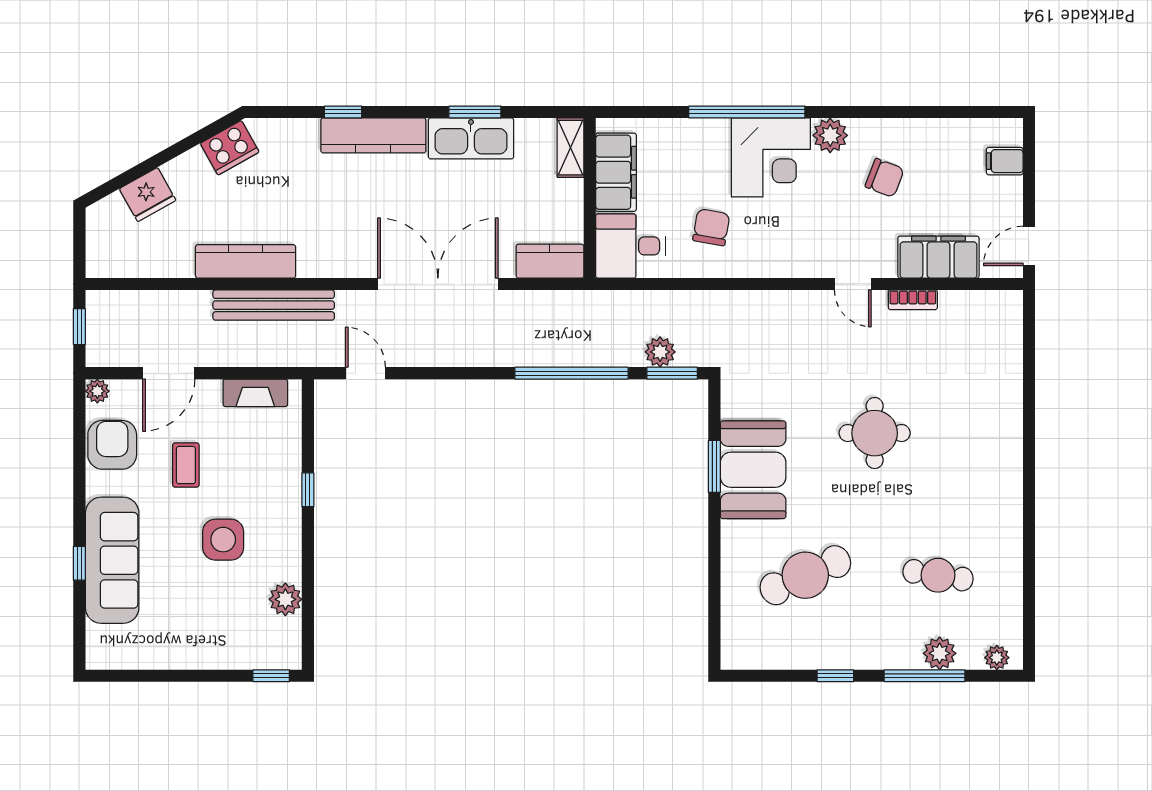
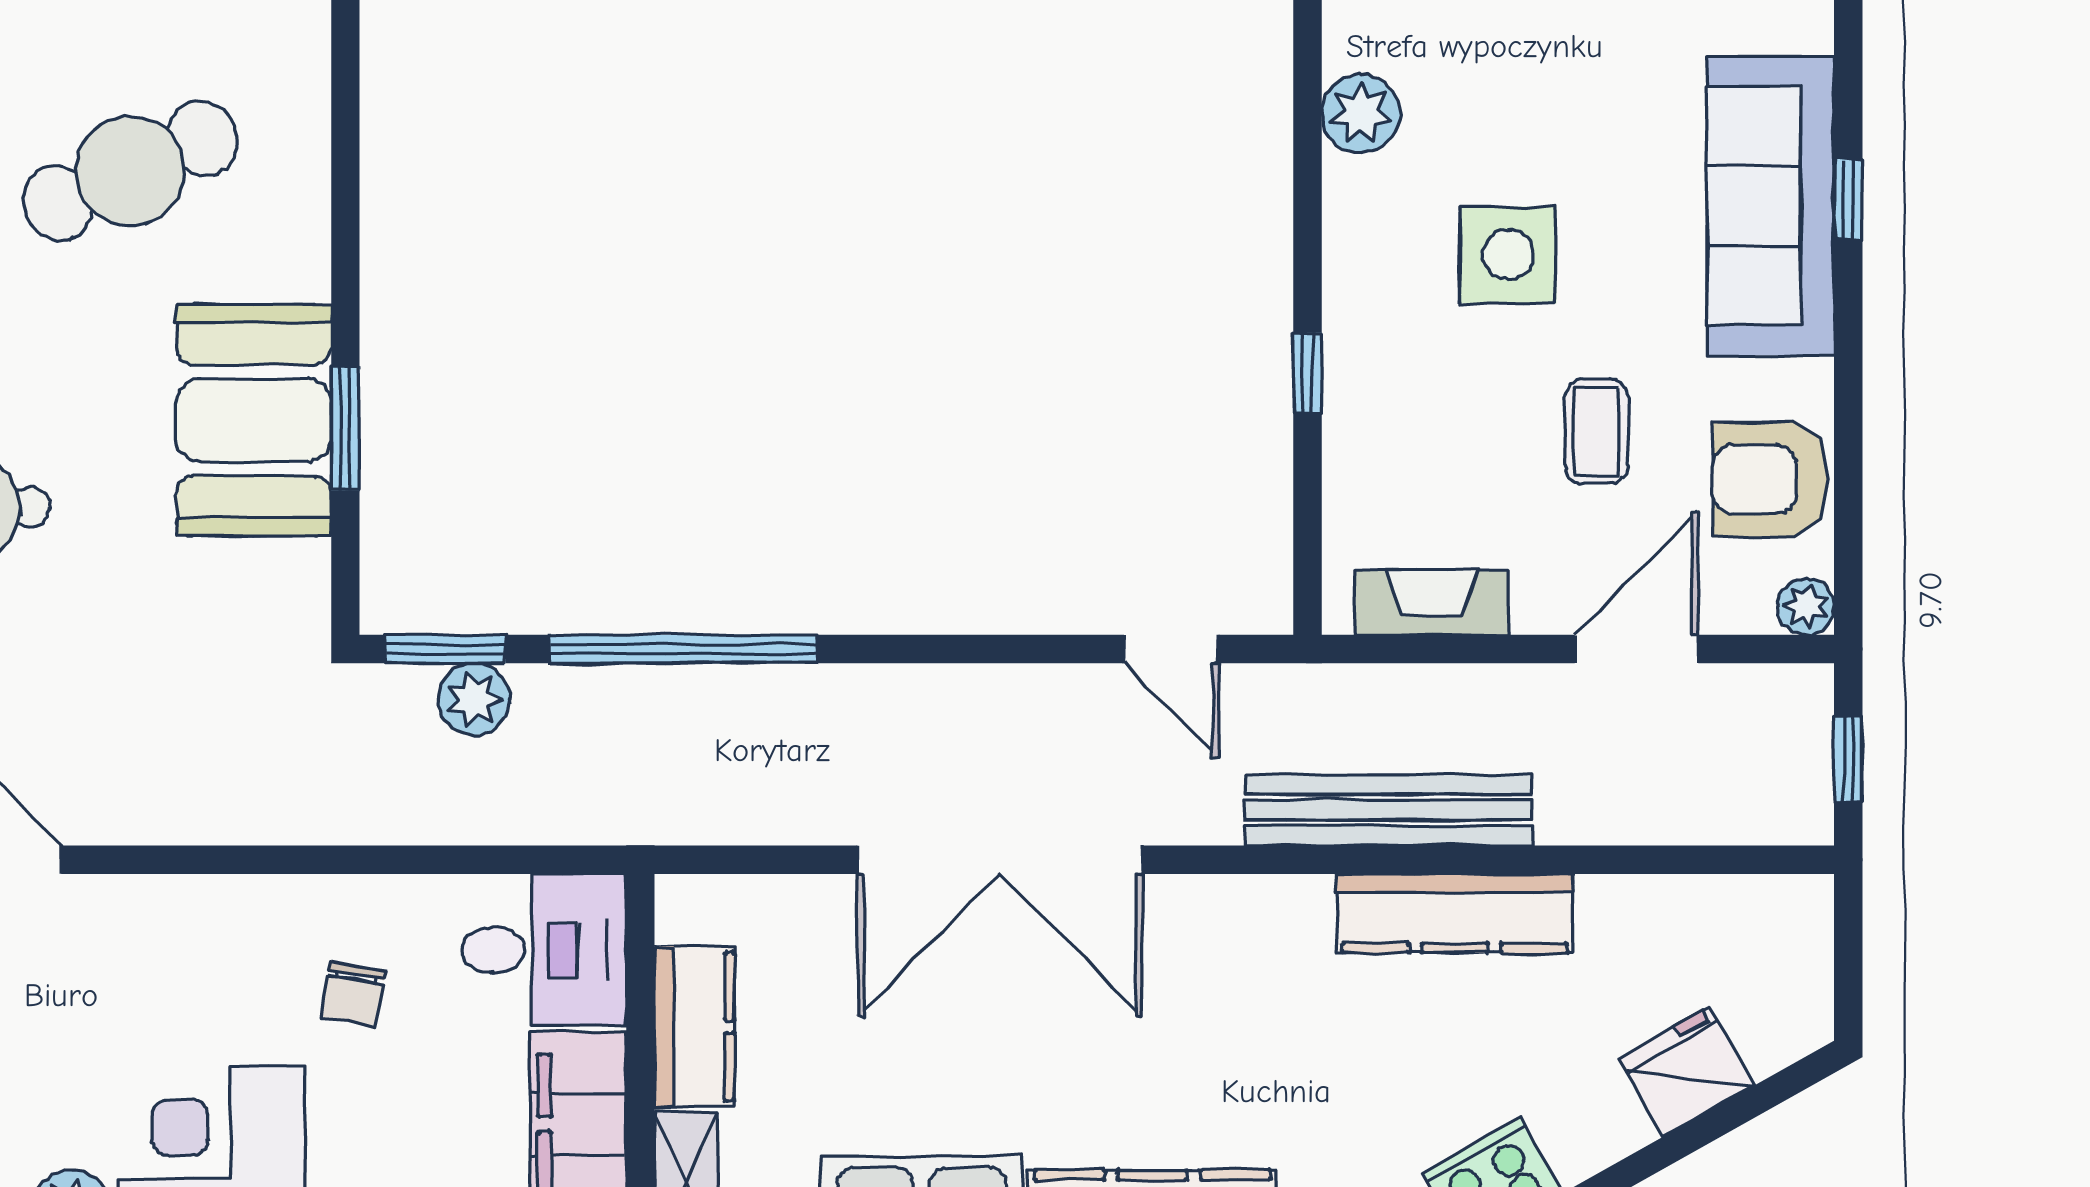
chair: (711, 227) -> (353, 994), width x0.73, depth x0.73
kitchen counter: (550, 261) -> (695, 1026), moved, turned -90
armchair: (112, 445) -> (1771, 479), turned 90

